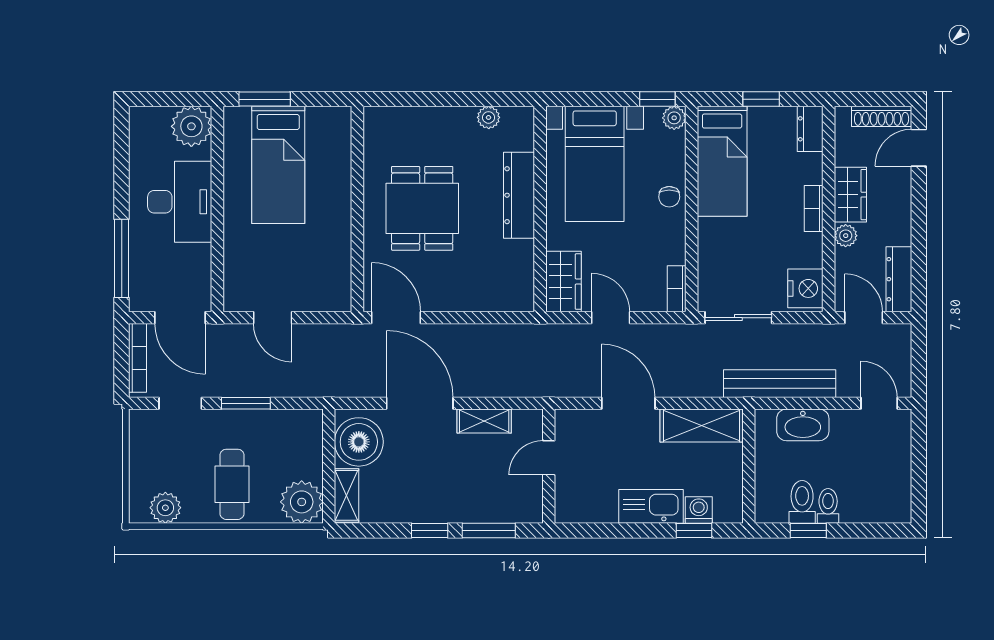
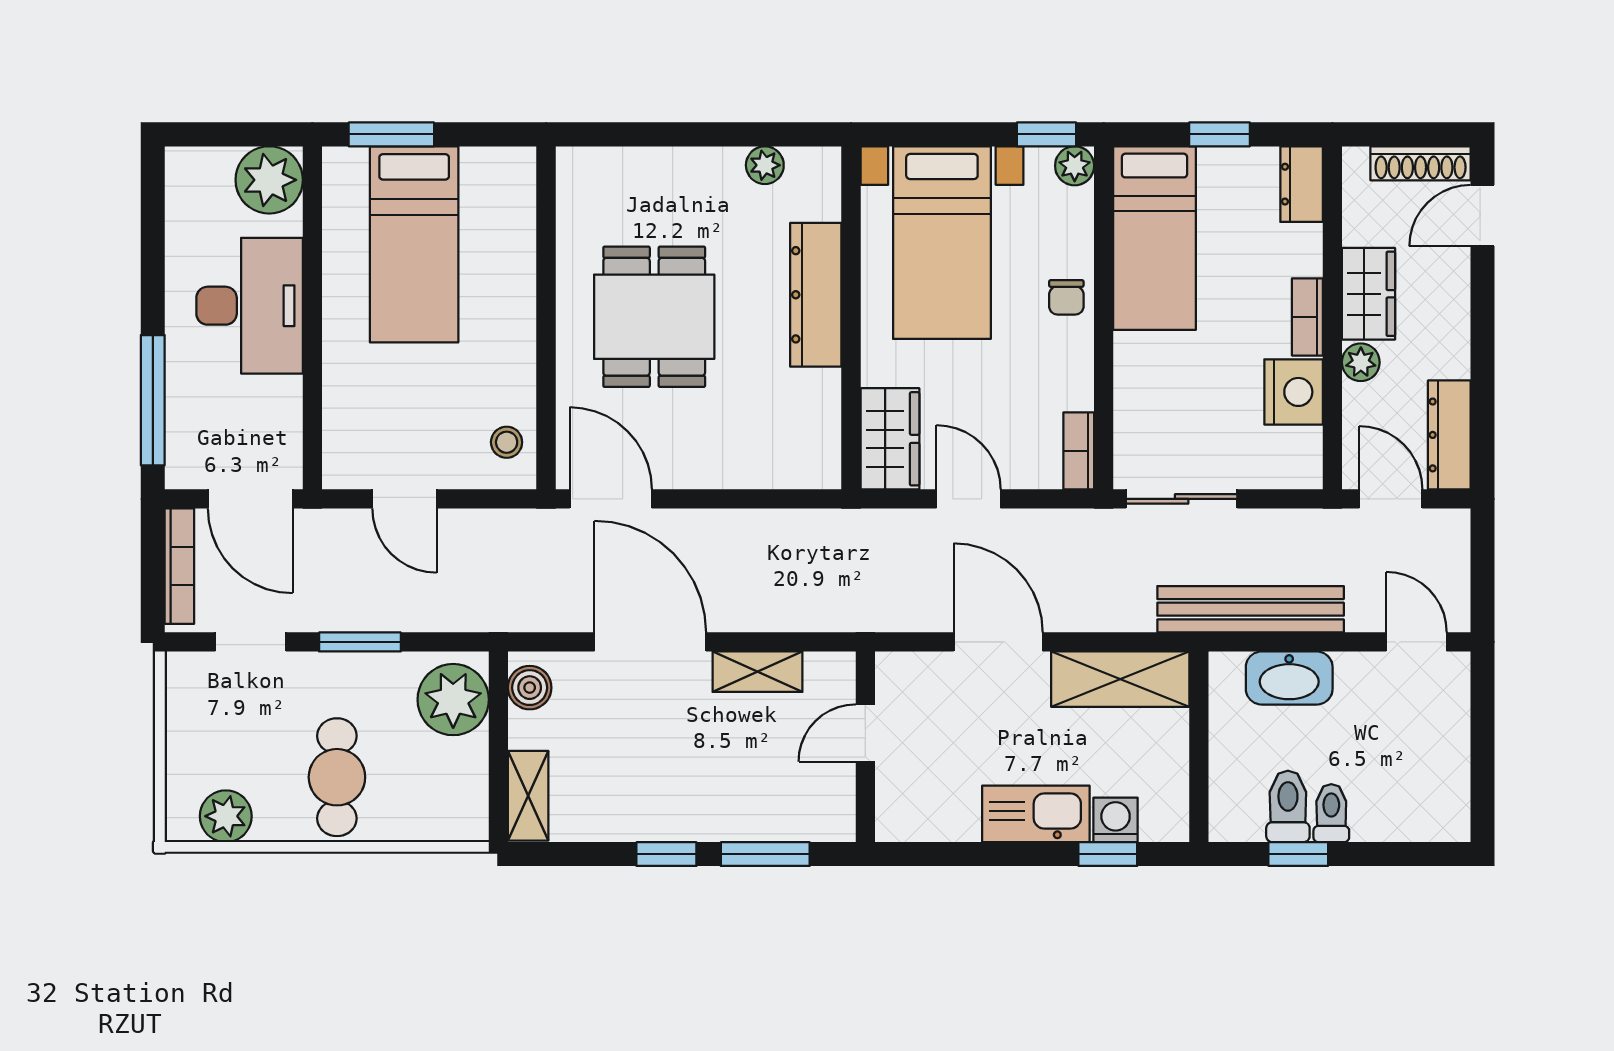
stool: (334, 284) -> (507, 442), added
nightstand: (805, 288) -> (1294, 392), moved
boiler: (359, 442) -> (530, 688), width x0.54, depth x0.54
plant: (302, 502) -> (453, 700), moved

